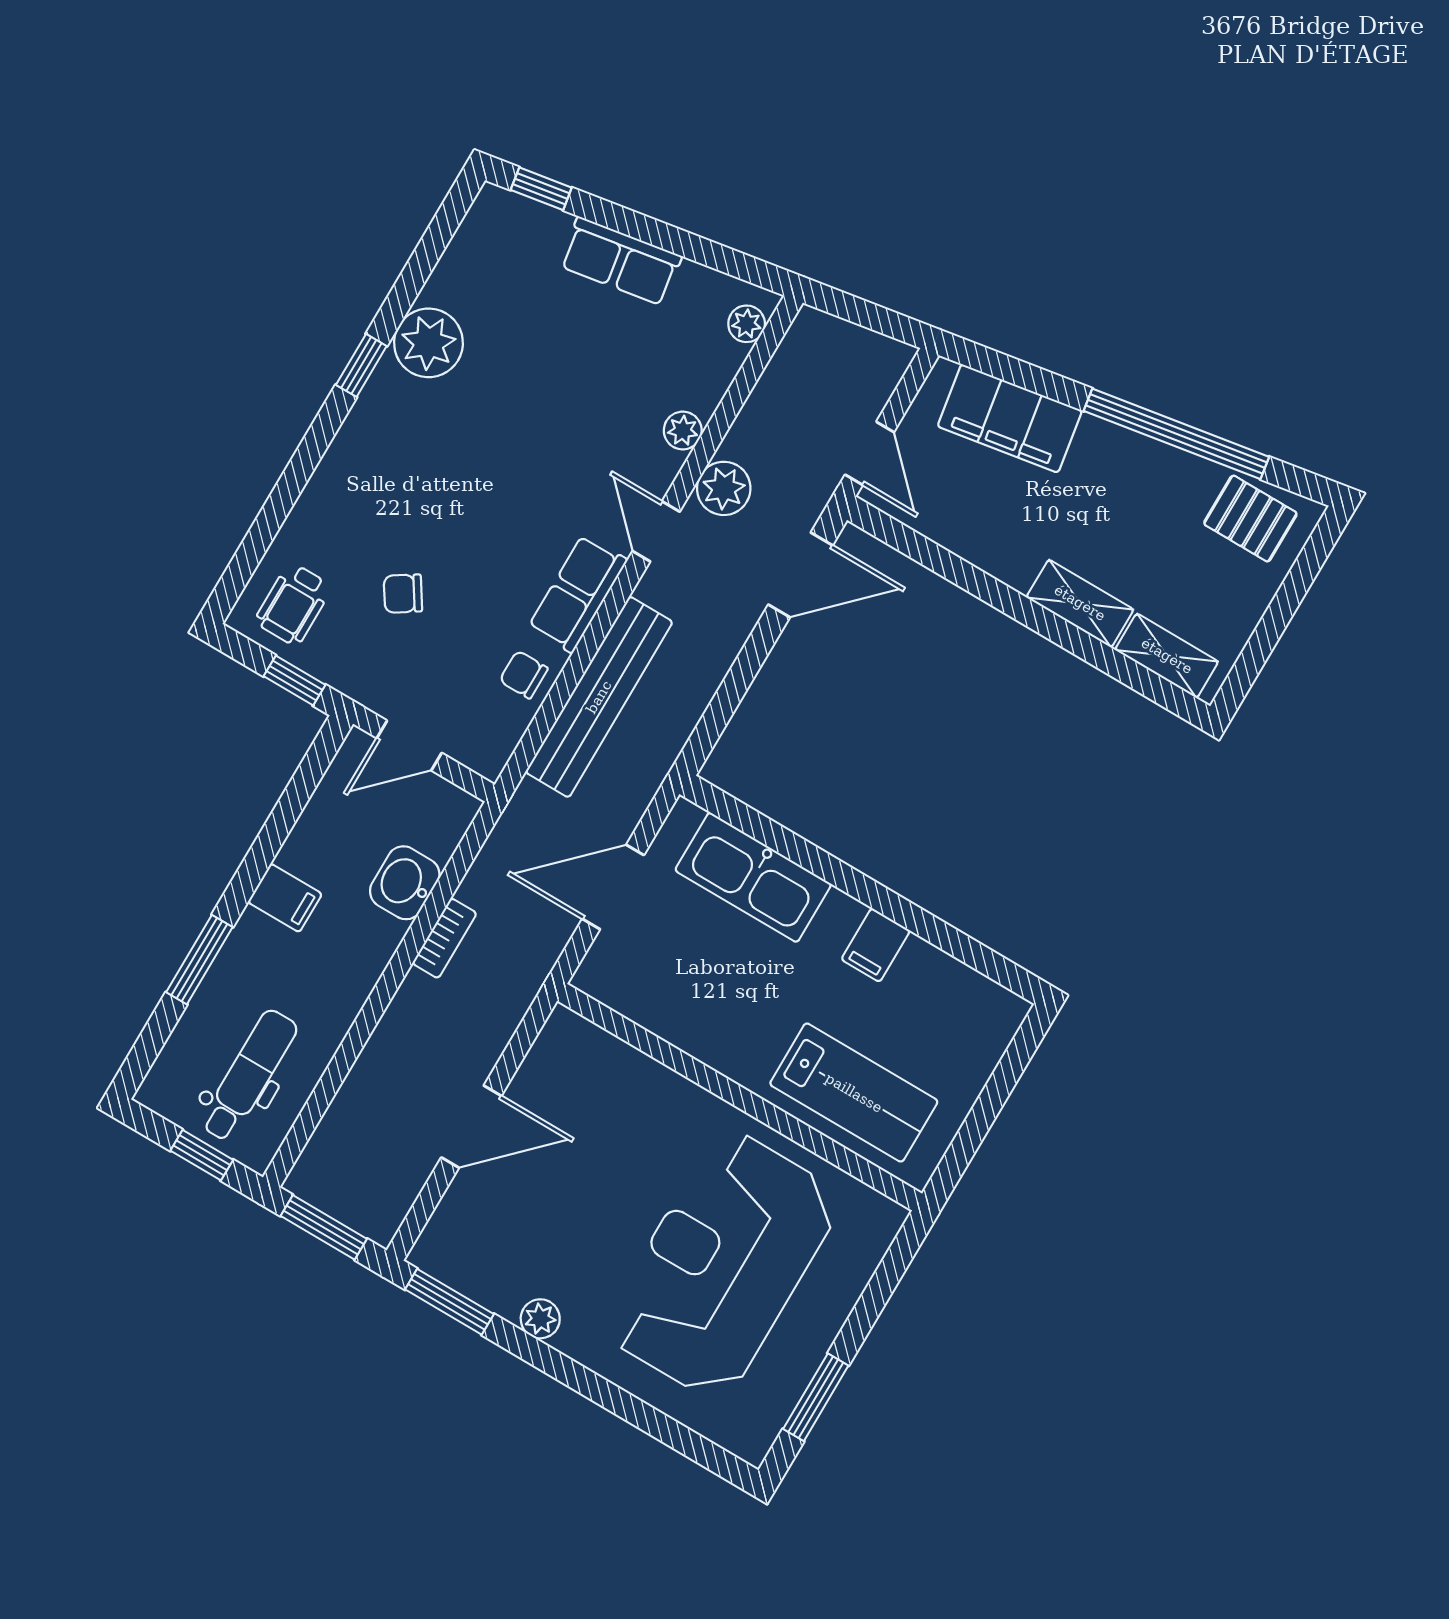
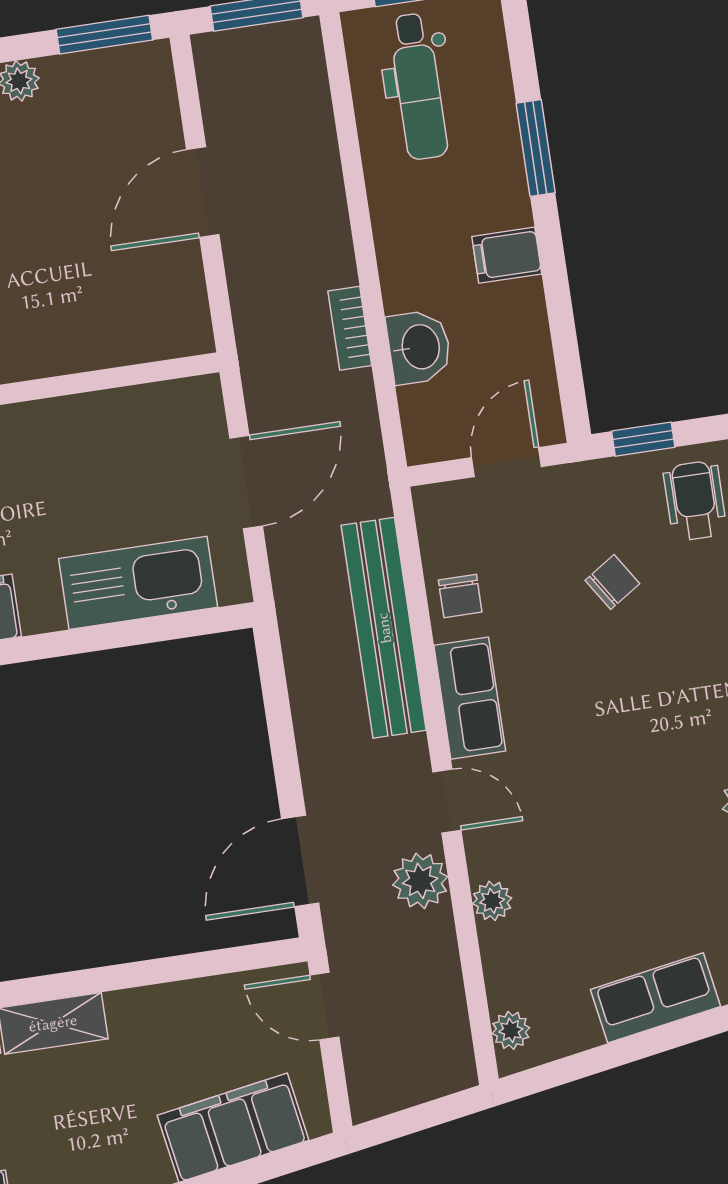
chair: (524, 675) -> (460, 596), turned 90

